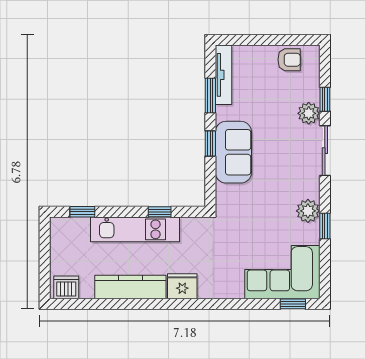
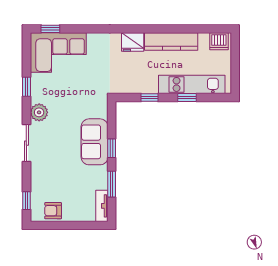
tv unit: (224, 75) -> (102, 206), width x0.71
window: (325, 99) -> (26, 201), moved
plant: (309, 113) -> (39, 171), removed
plant: (308, 211) -> (39, 112), moved
window: (82, 212) -> (187, 98), moved
kitchen unit: (135, 229) -> (192, 84), moved

